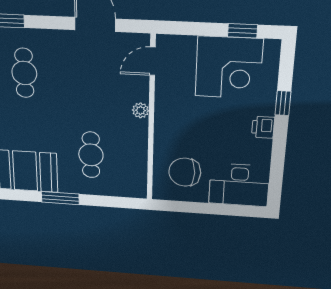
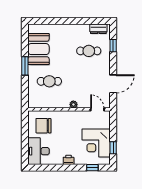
window: (283, 103) -> (92, 168), moved
chair: (185, 172) -> (43, 126), turned -90

